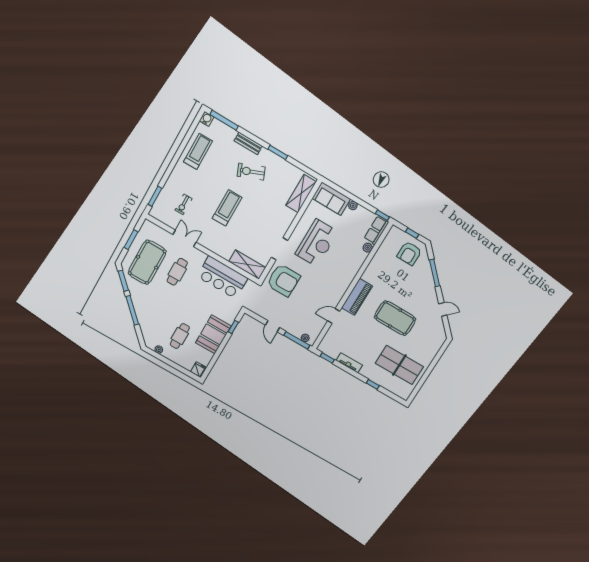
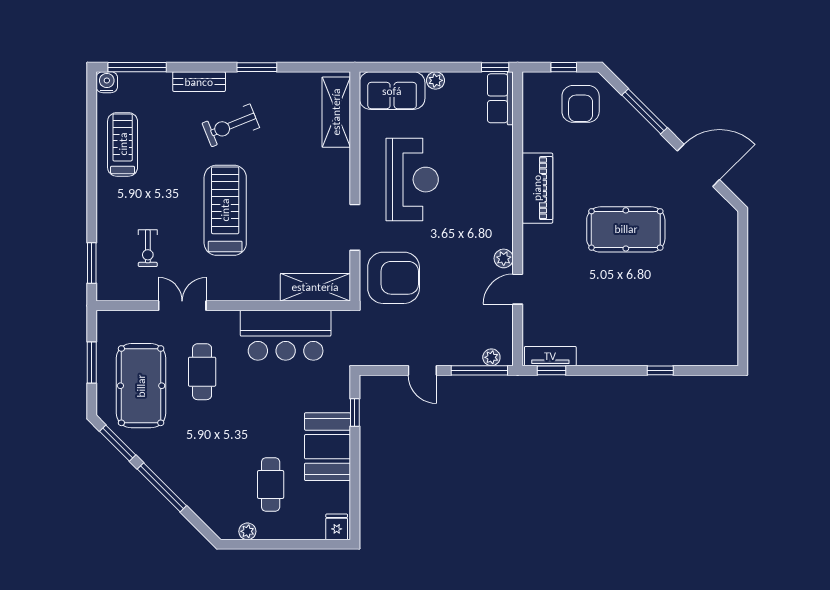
treadmill: (227, 208) -> (225, 210), width x1.37, depth x1.38
plant: (368, 248) -> (504, 258), moved
piano: (357, 297) -> (537, 188), moved
door: (443, 309) -> (698, 165), width x1.88
tv unit: (349, 363) -> (550, 356), moved
table tennis table: (399, 365) -> (685, 308), removed

